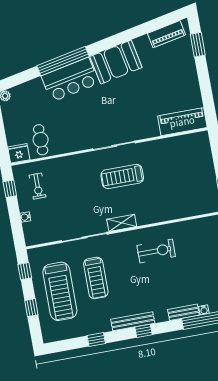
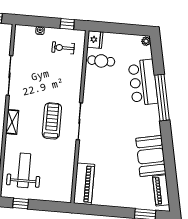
booth: (116, 62) -> (151, 156), moved
bar counter: (70, 80) -> (143, 82), moved
weight bench: (186, 193) -> (24, 170), added
shelving: (122, 223) -> (12, 122), moved

